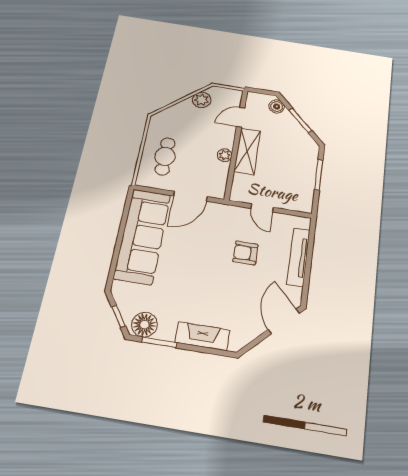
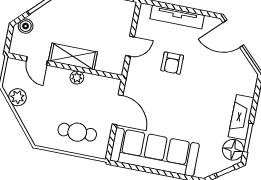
fireplace: (202, 336) -> (241, 117), moved

